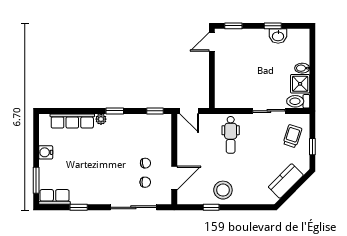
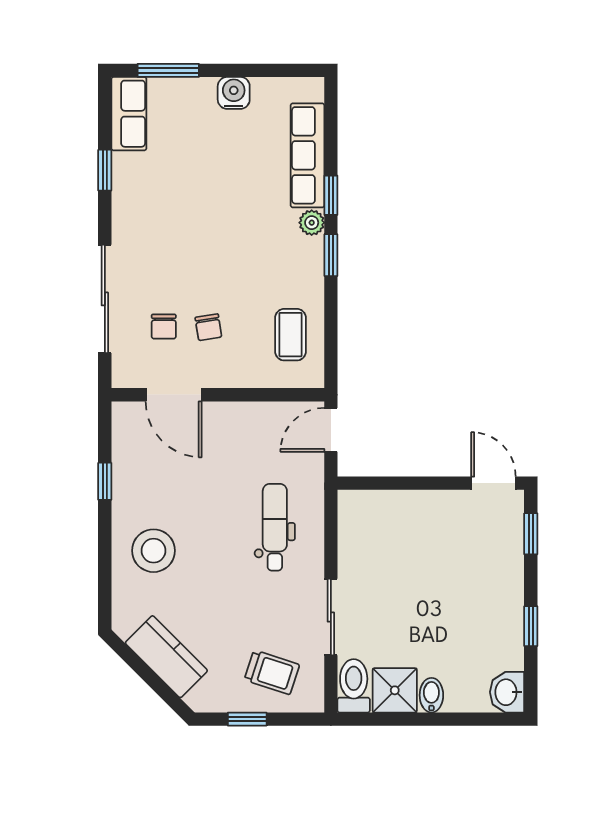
washbasin: (278, 36) -> (507, 692), moved
window: (155, 111) -> (331, 195), moved
coffee table: (149, 128) -> (290, 335), added
dental chair: (231, 135) -> (275, 527), turned 90
stool: (223, 190) -> (154, 551), moved

